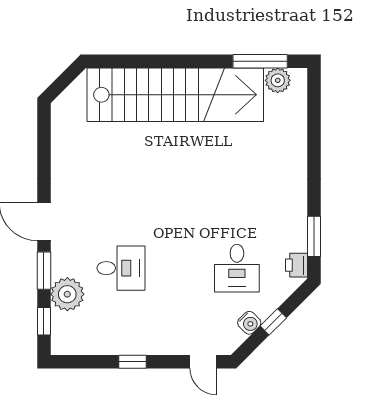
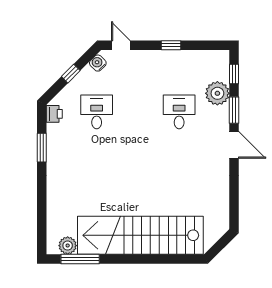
window: (314, 236) -> (42, 148), moved
desk: (121, 268) -> (179, 112), turned 90
water cooler: (249, 323) -> (98, 63), moved

